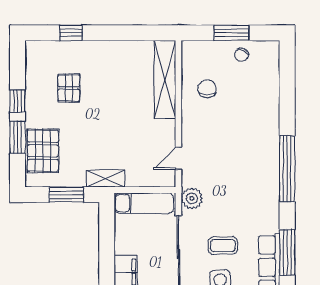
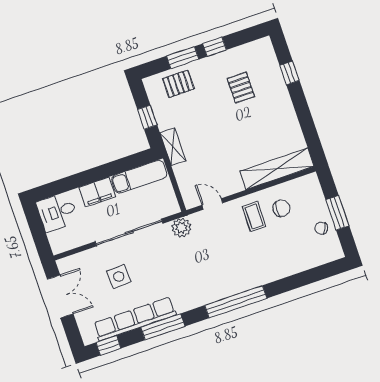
pallet: (69, 88) -> (241, 88), turned 90
pallet: (43, 151) -> (178, 84), width x0.67, depth x0.71
window: (66, 195) -> (147, 117), width x0.67
exam couch: (144, 203) -> (139, 177), moved, turned -90
coffee table: (223, 246) -> (254, 216), moved

